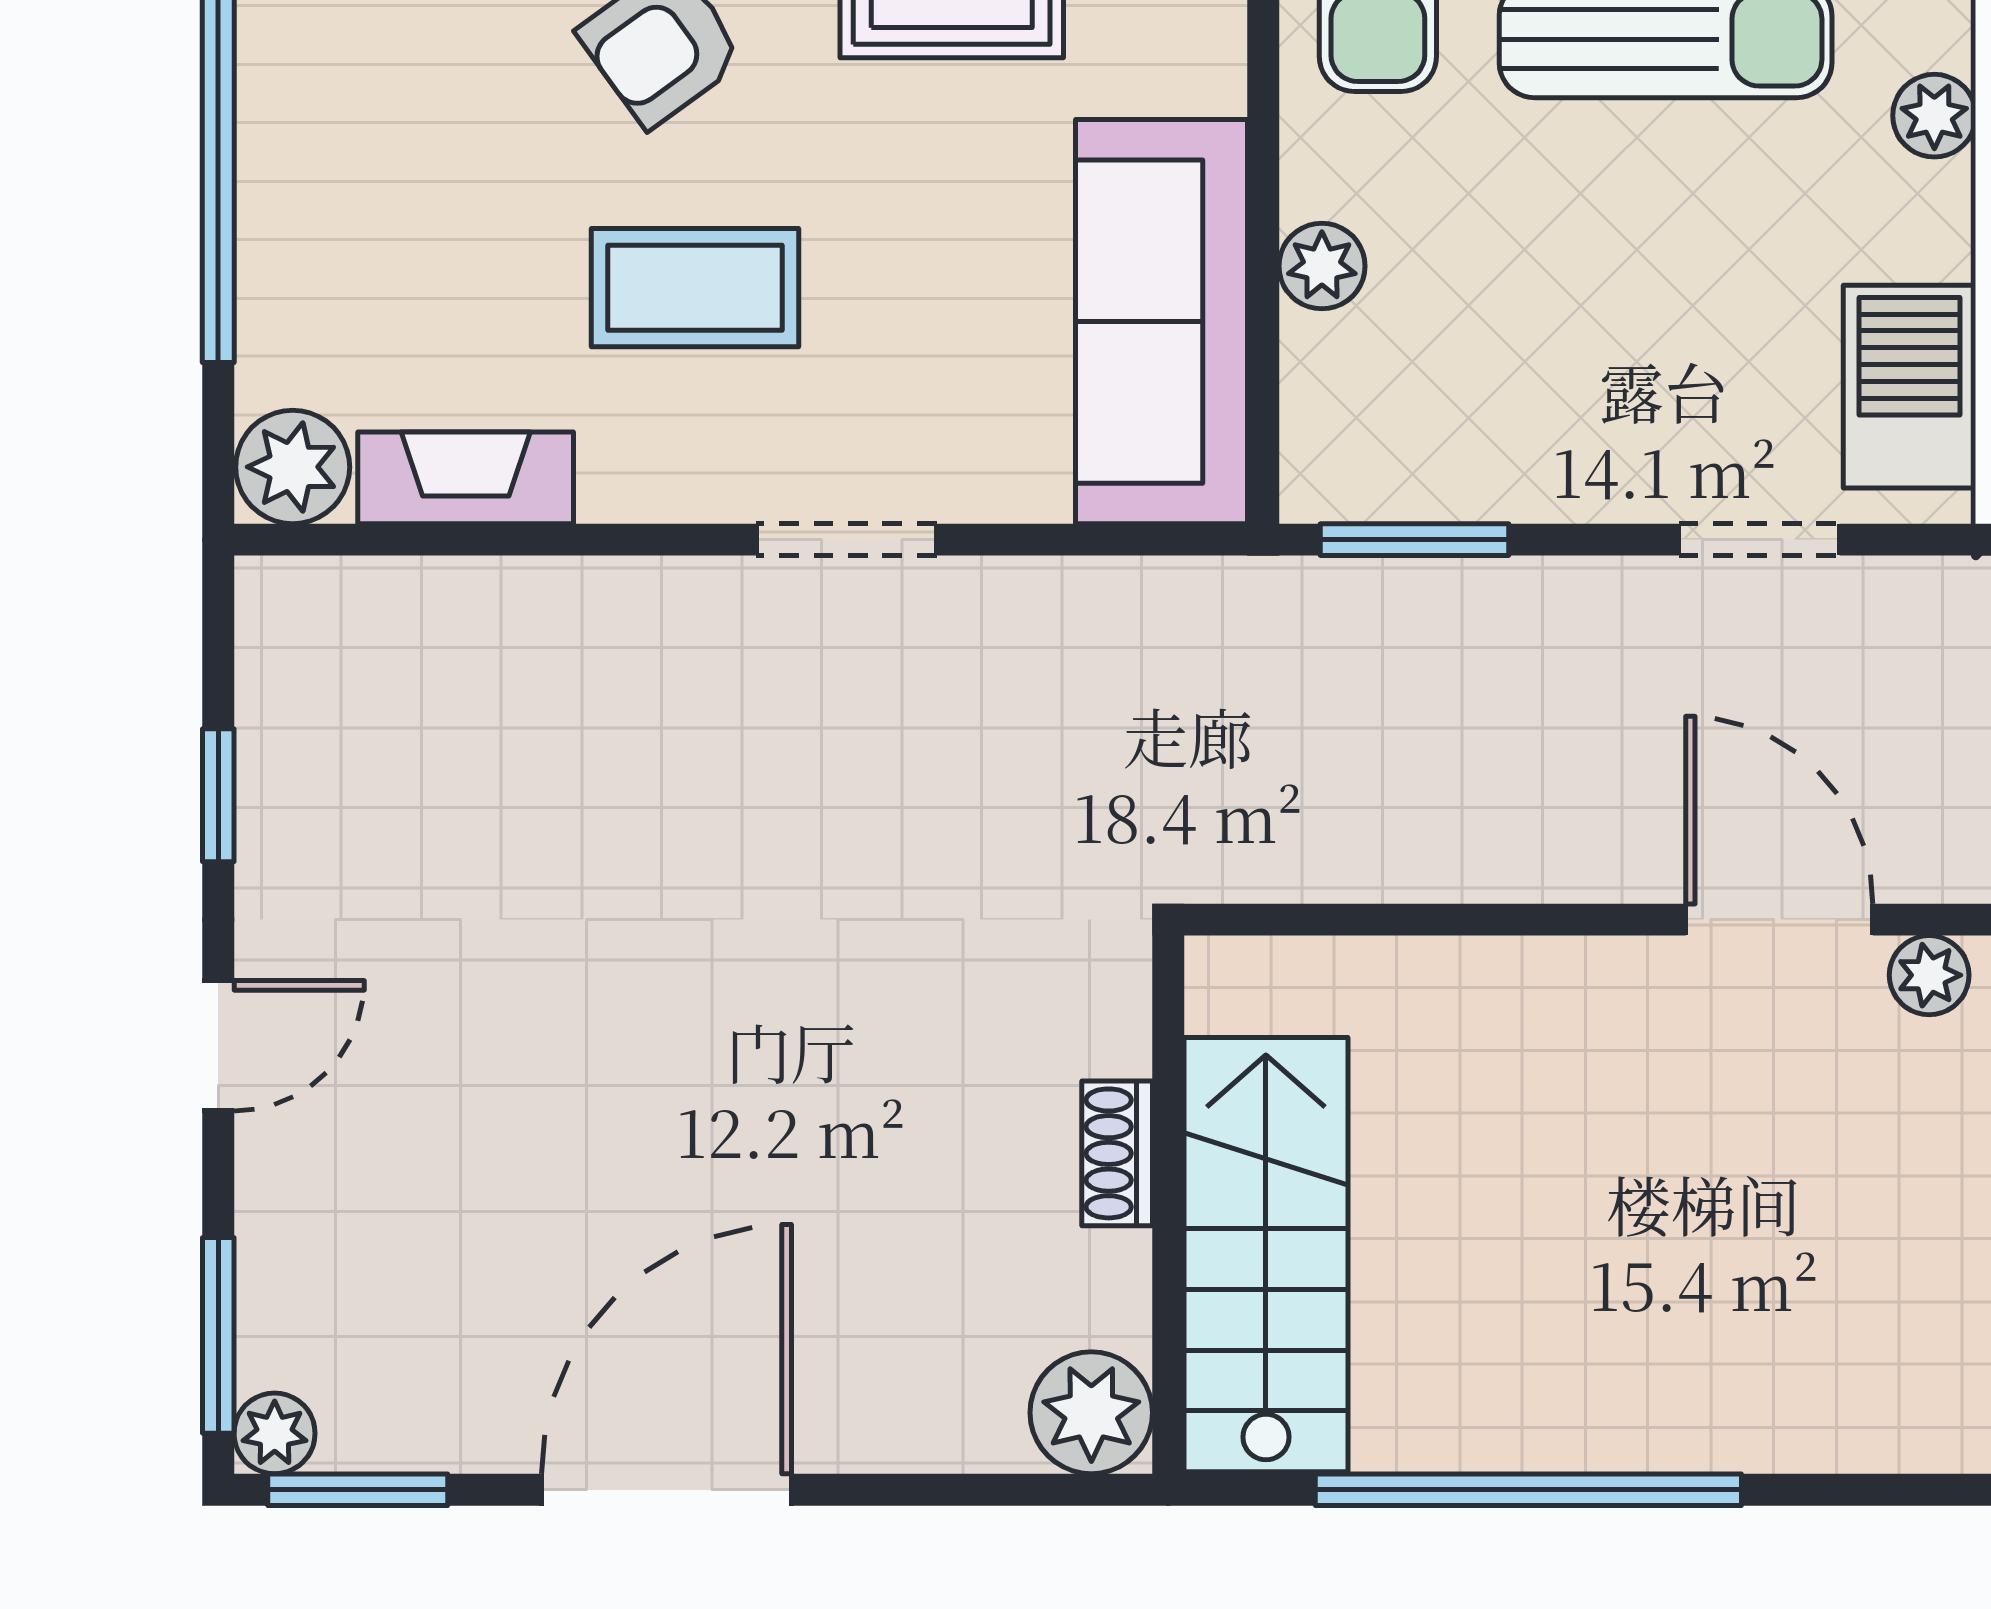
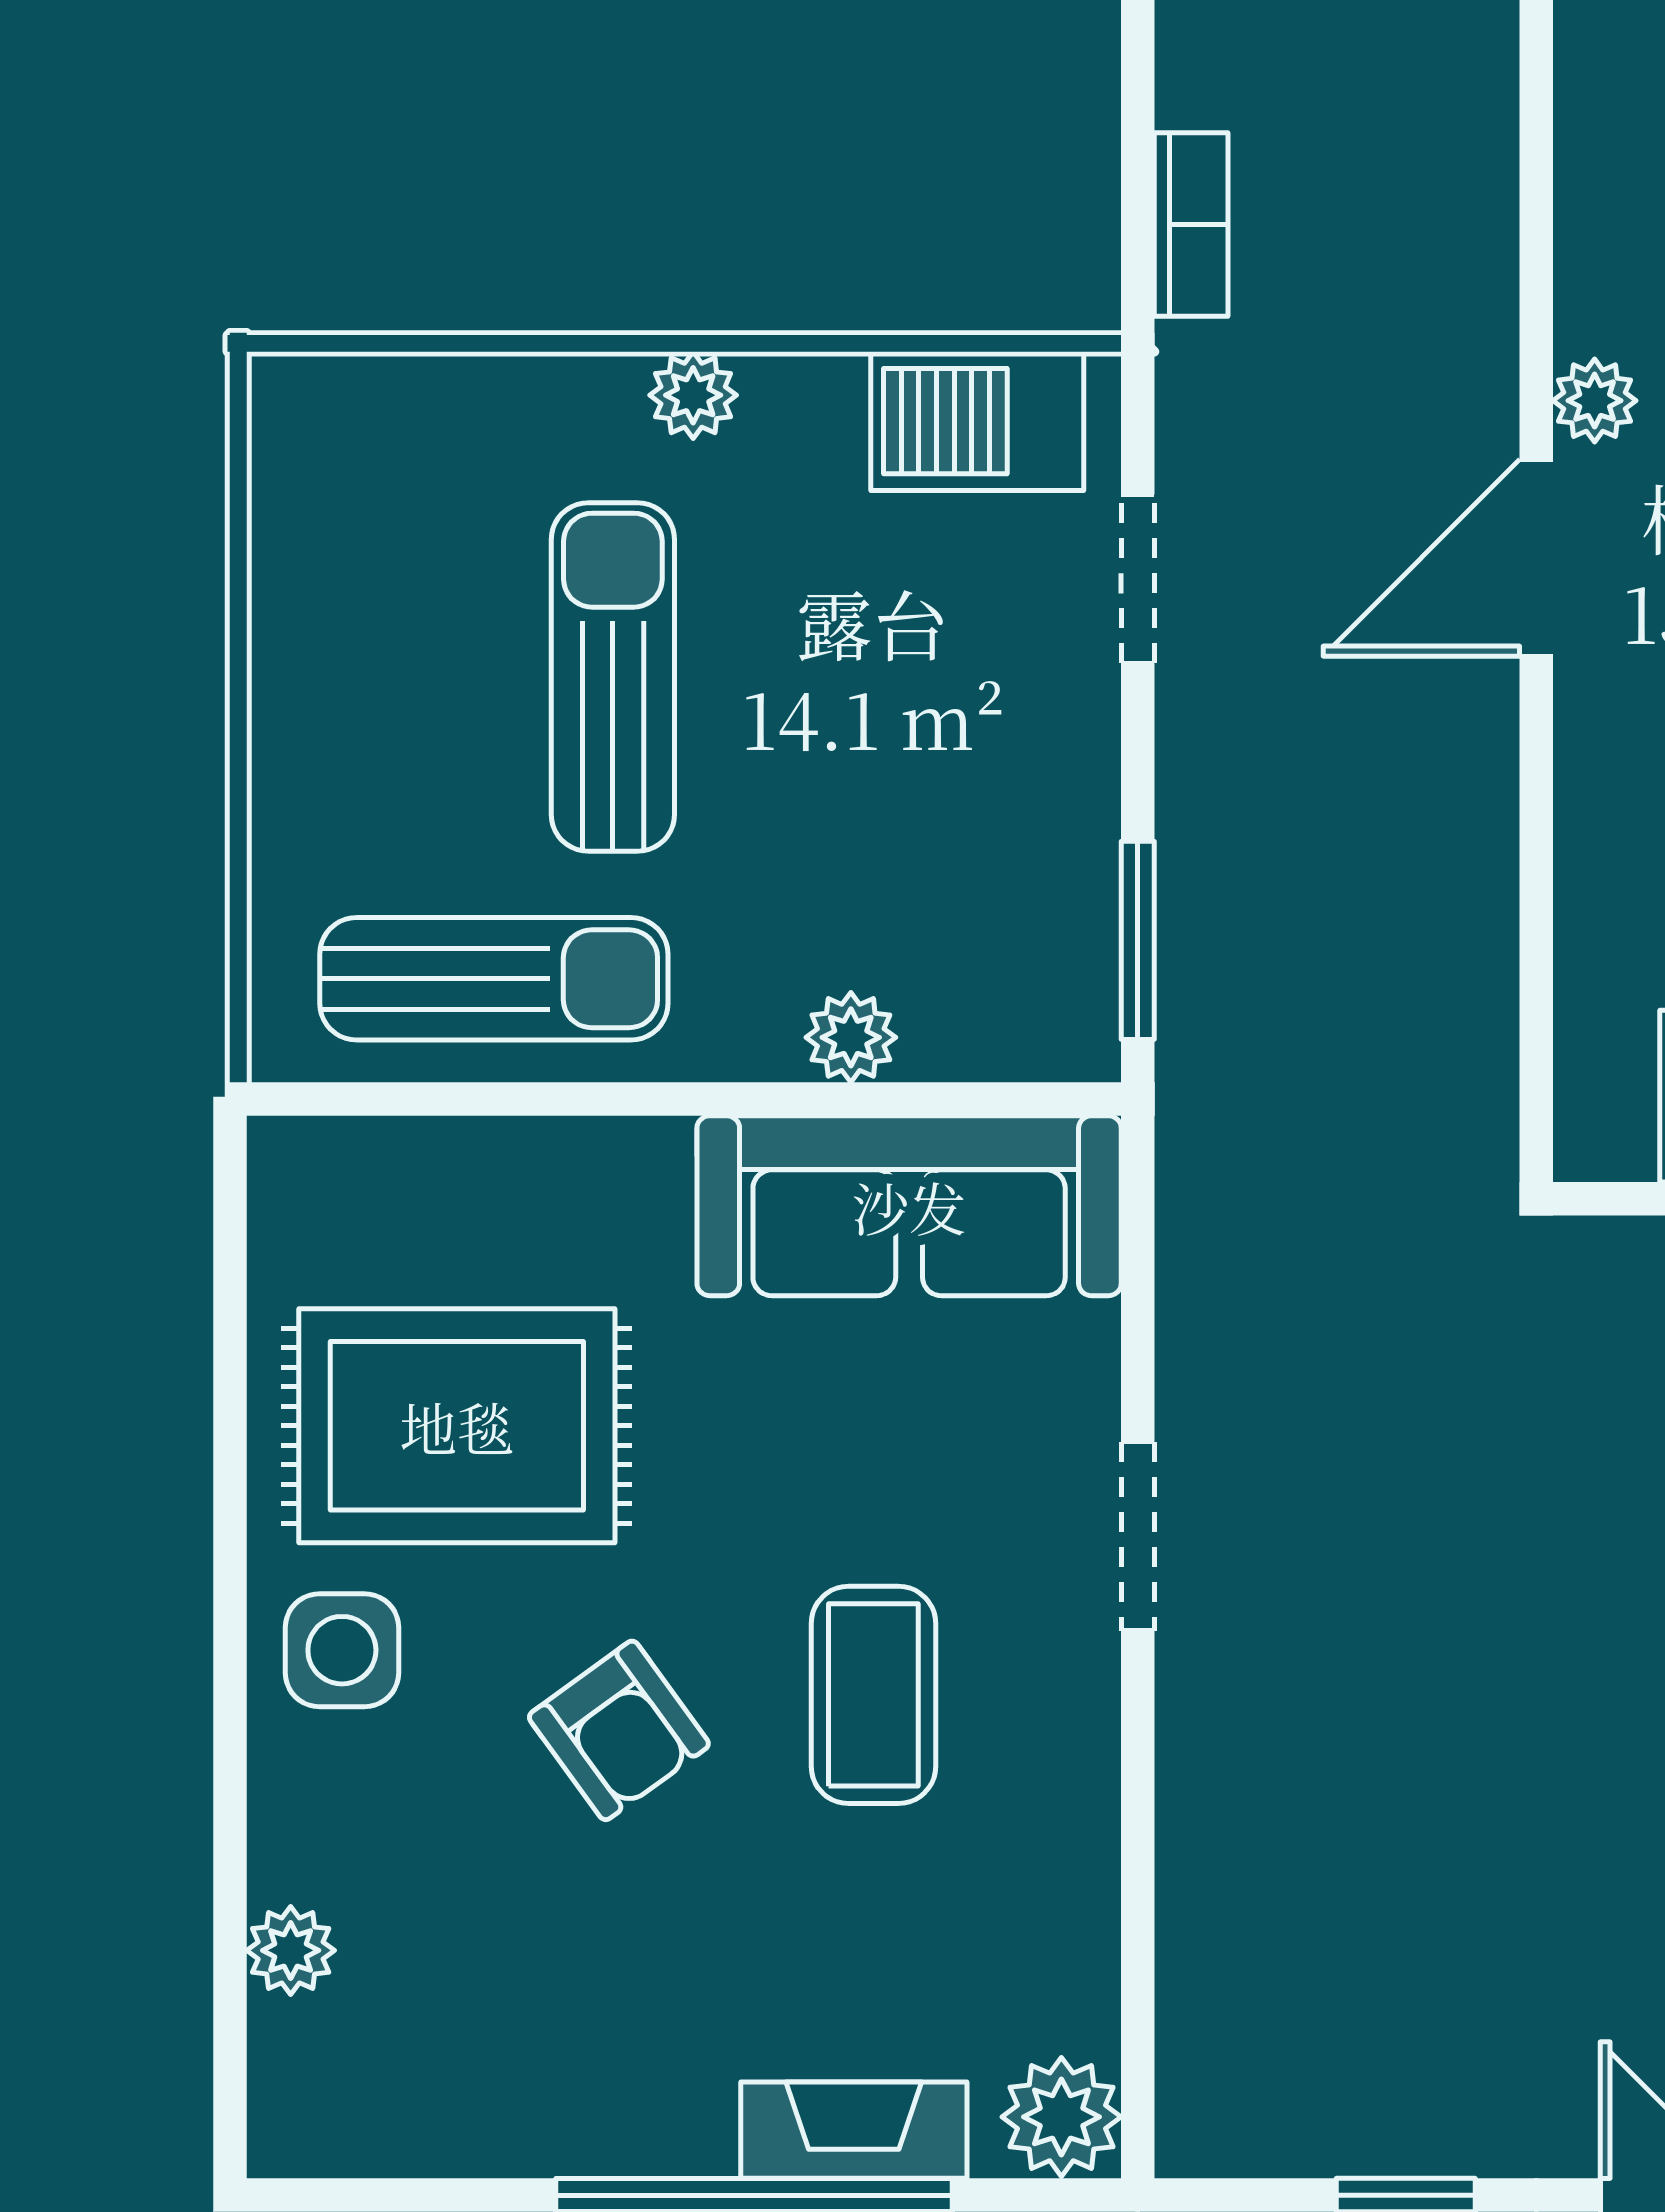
fireplace: (466, 478) -> (854, 2130), moved, turned 90

